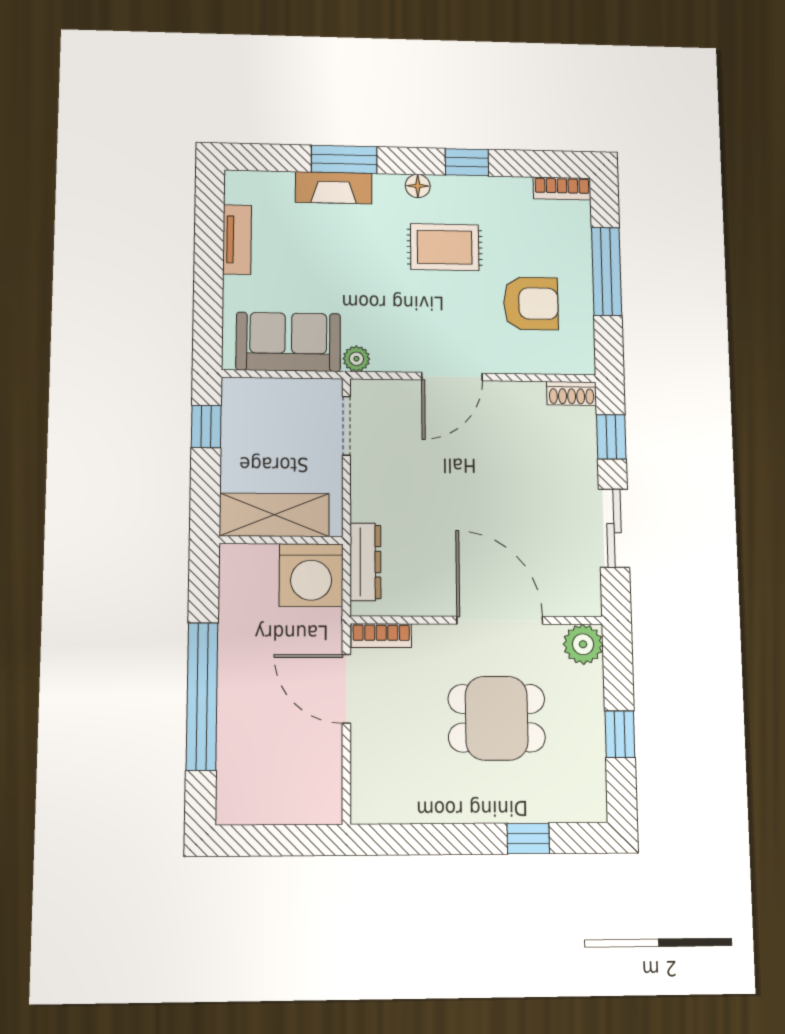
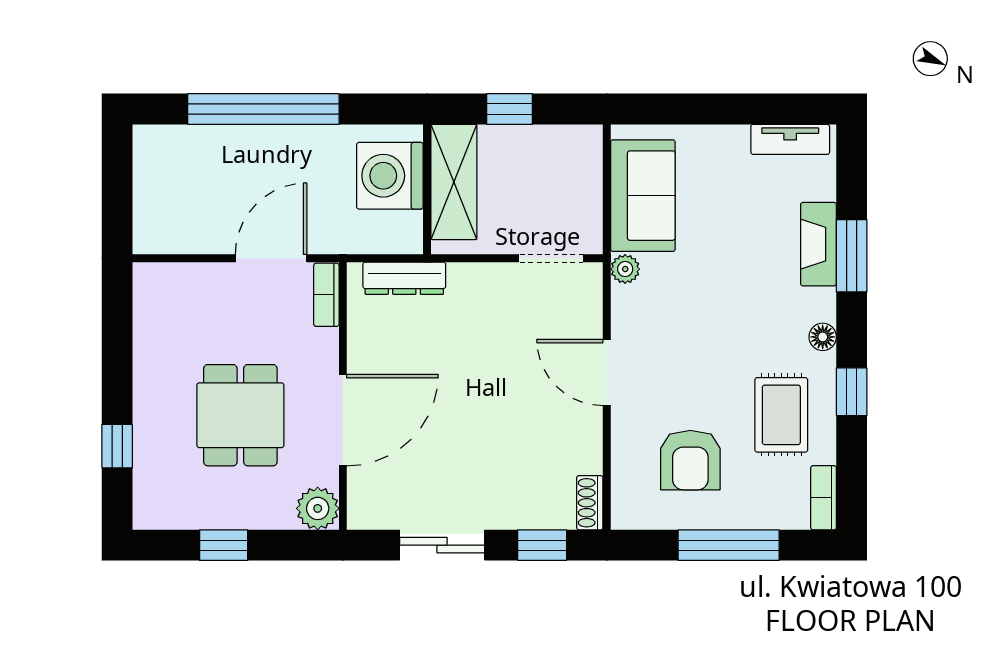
tv unit: (237, 240) -> (790, 139), moved
rug: (445, 247) -> (781, 415), moved
window: (206, 427) -> (509, 109), moved
washing machine: (311, 575) -> (390, 176), moved

